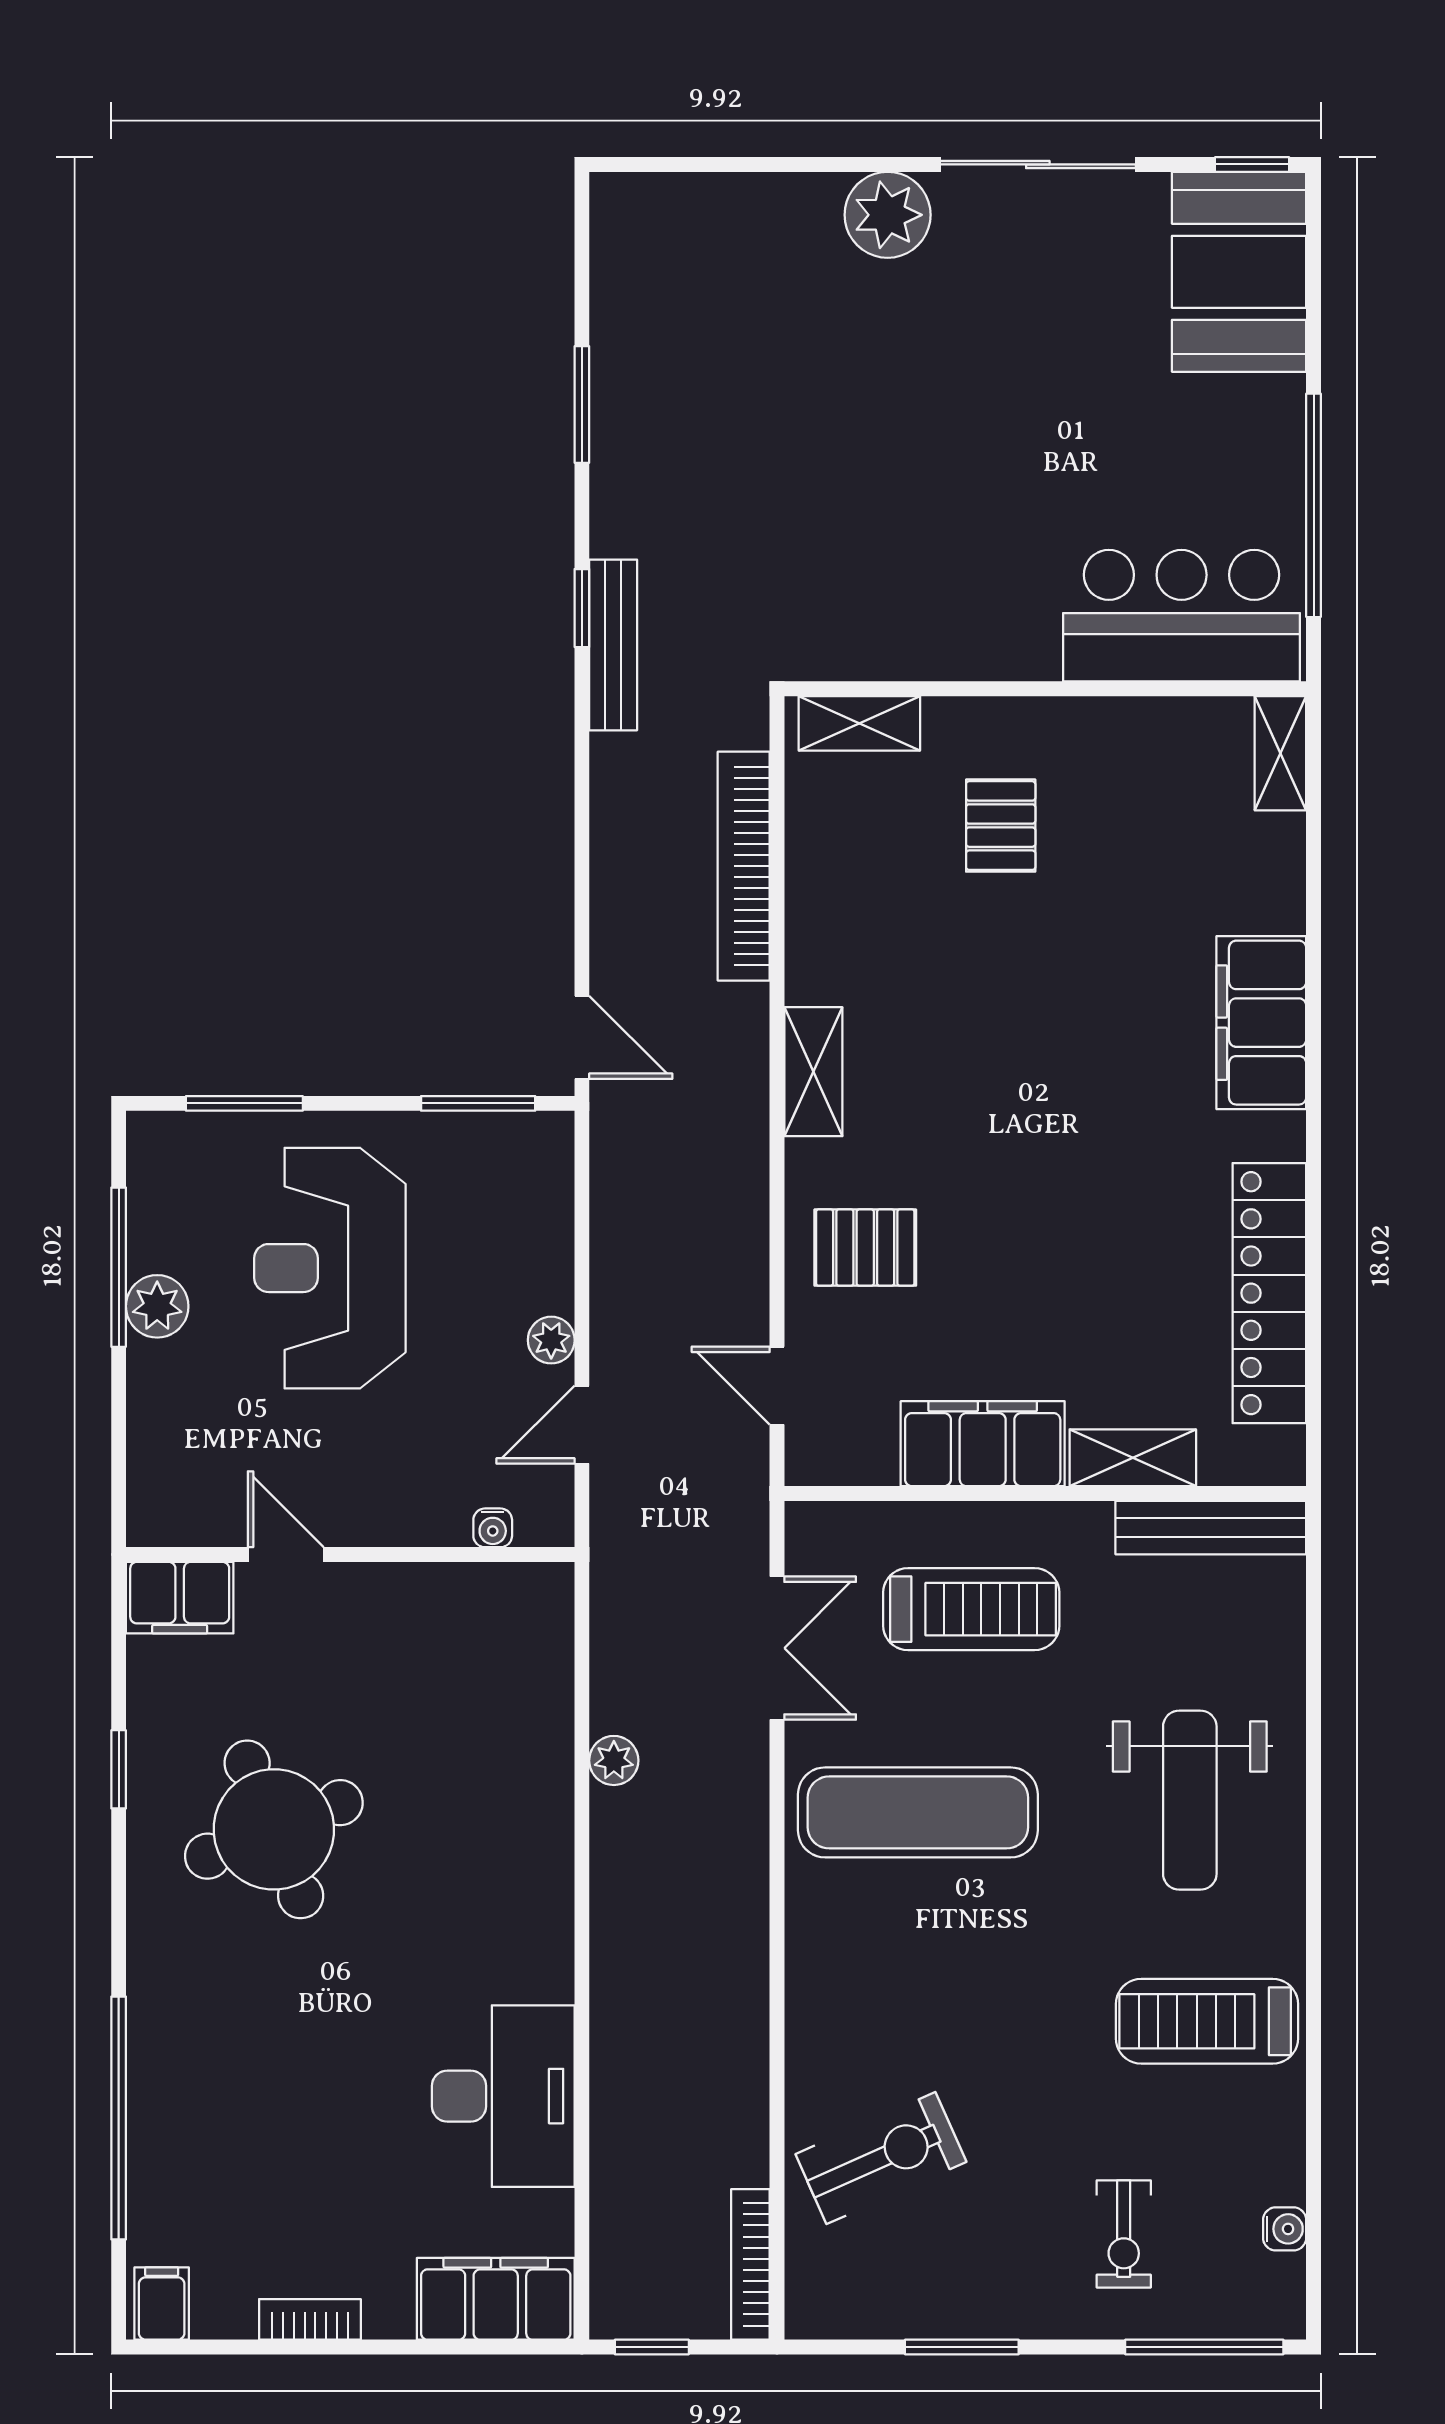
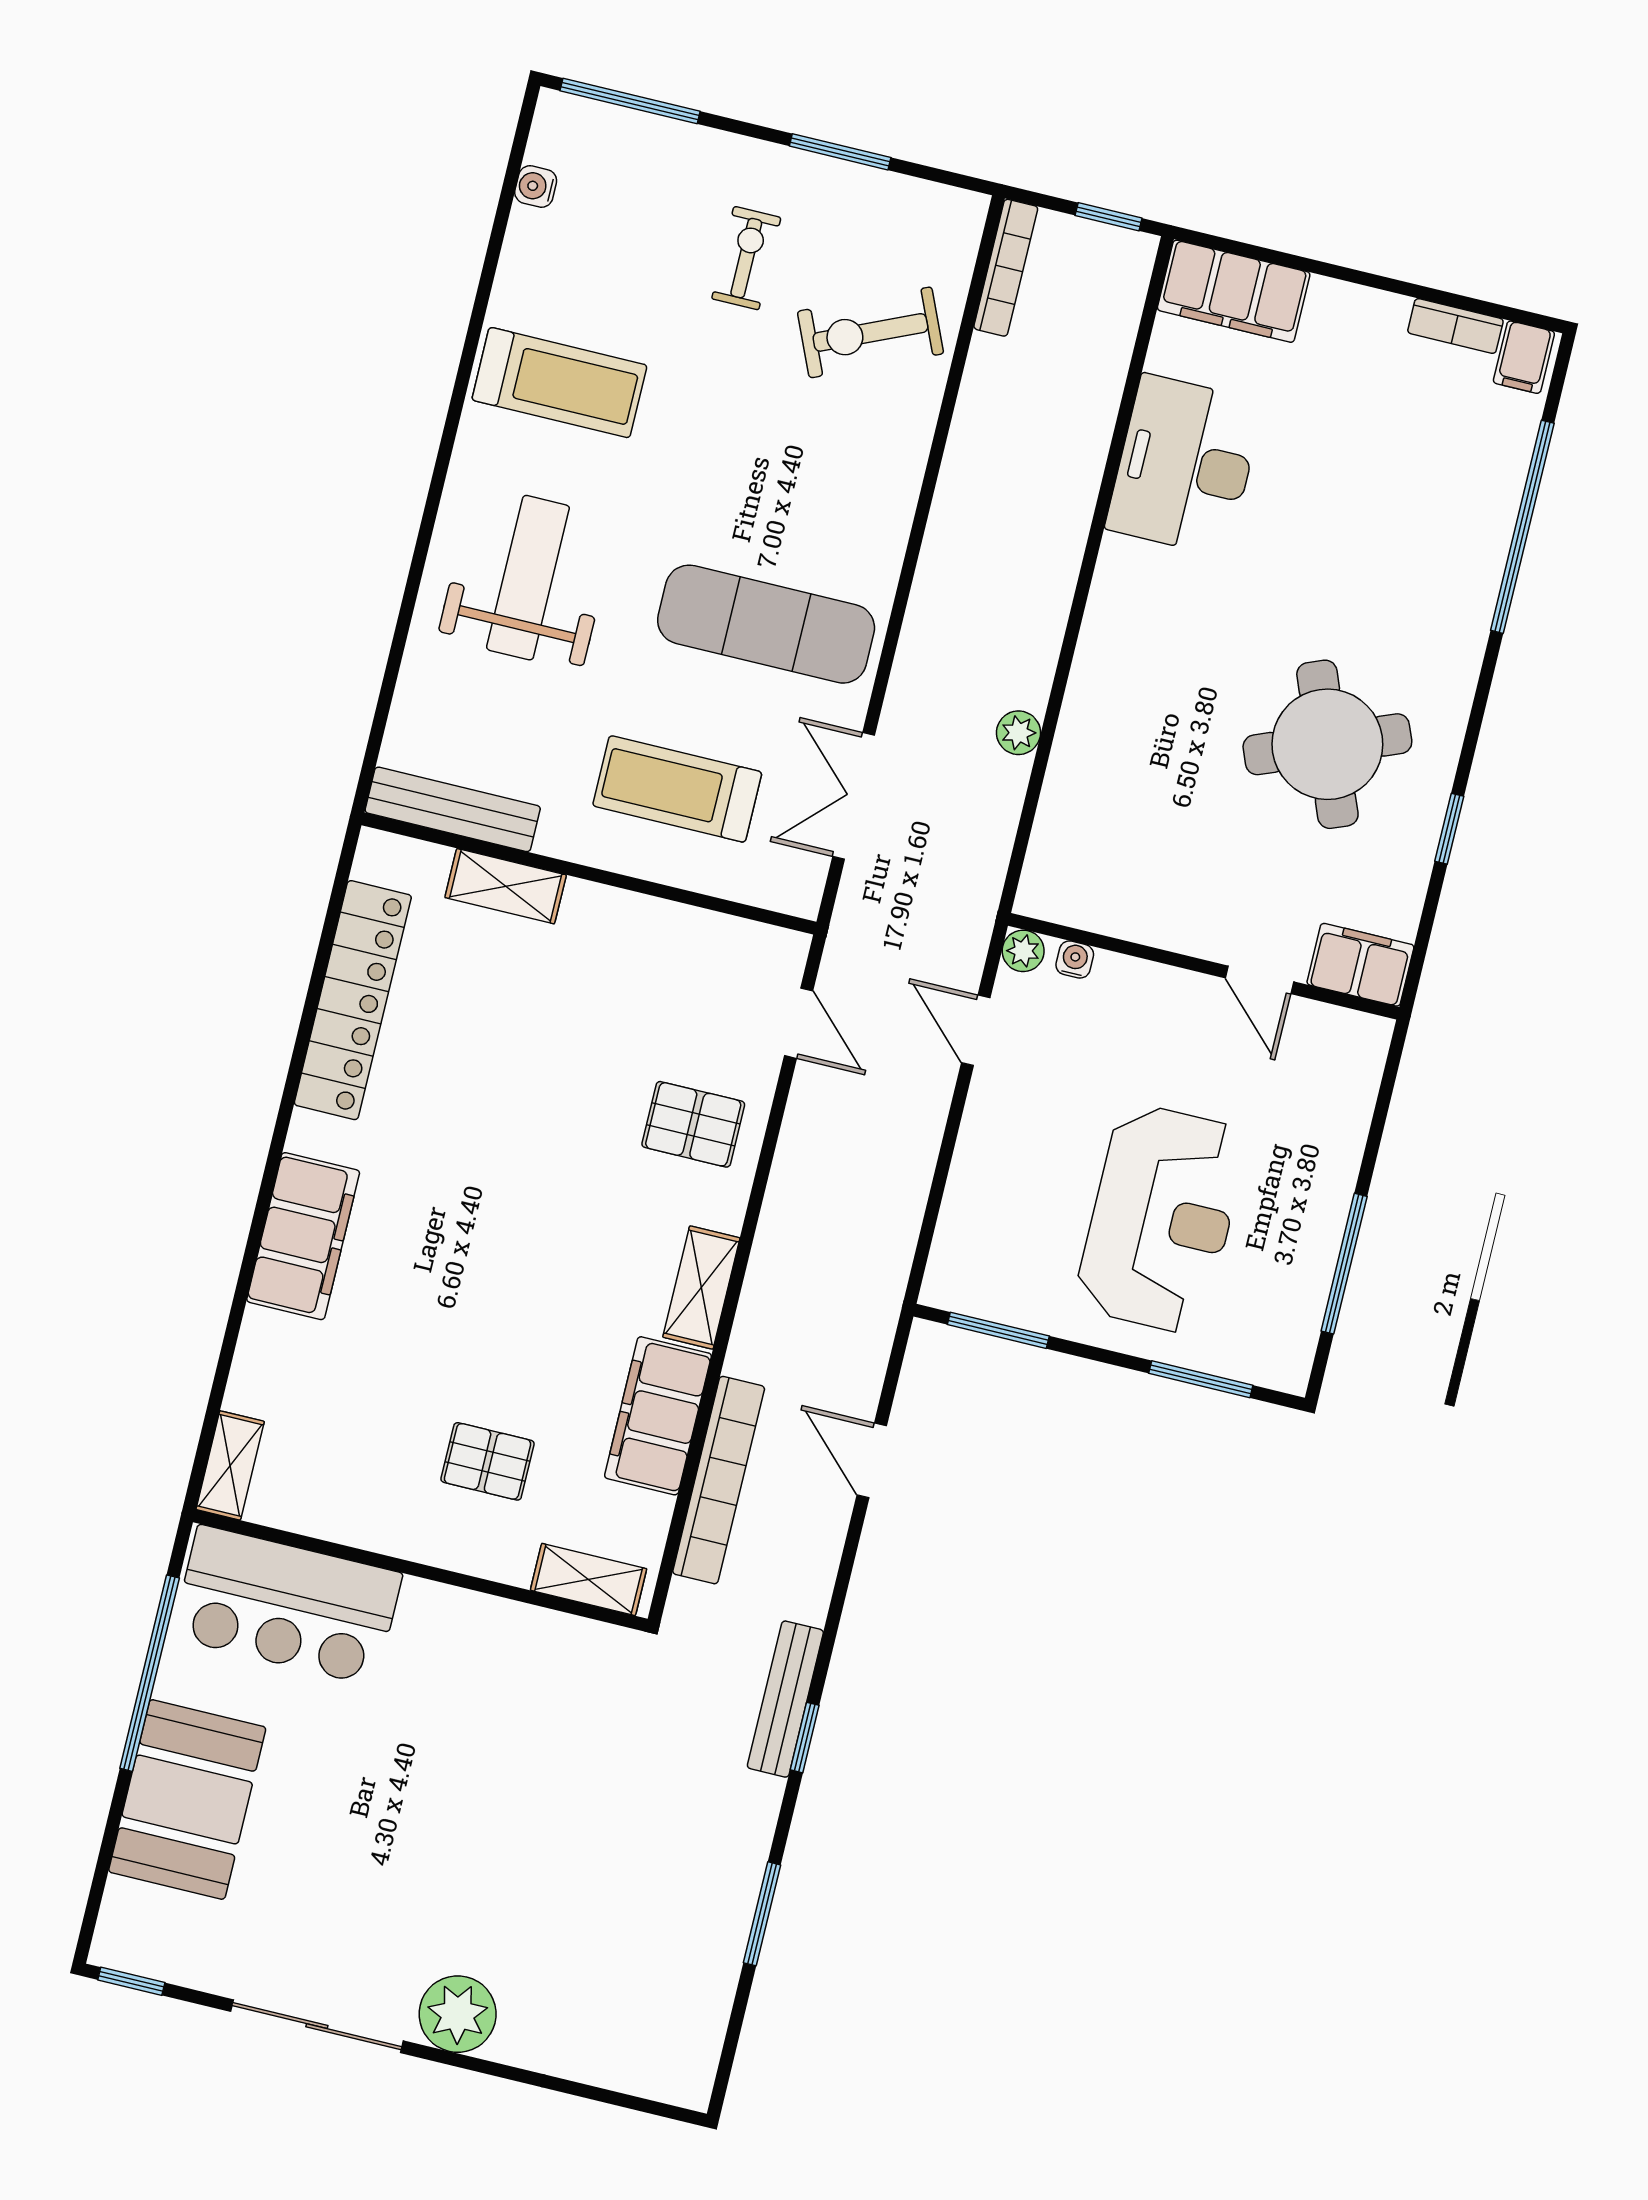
booth: (1239, 272) -> (187, 1800), moved
pallet: (1001, 826) -> (488, 1461), turned 90
door: (582, 1037) -> (872, 1460), moved
plant: (157, 1306) -> (1319, 1222), removed
plant: (551, 1340) -> (1023, 951), moved
door: (582, 1425) -> (976, 1030), swing flipped
filing cabinet: (983, 1444) -> (658, 1416), moved, turned 90
exercise bike: (1124, 2234) -> (746, 258), moved
bookcase: (310, 2319) -> (1455, 326), moved

